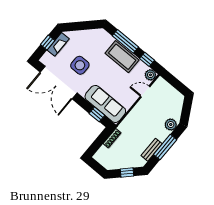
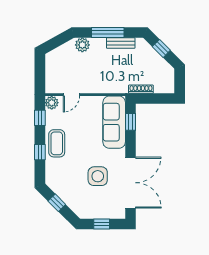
window: (85, 26) -> (57, 203), added
window: (125, 41) -> (40, 152), width x0.46
fireplace: (58, 44) -> (95, 213), removed
coffee table: (122, 57) -> (57, 143), width x0.73, depth x0.76
door: (145, 91) -> (71, 95), hinge flipped

